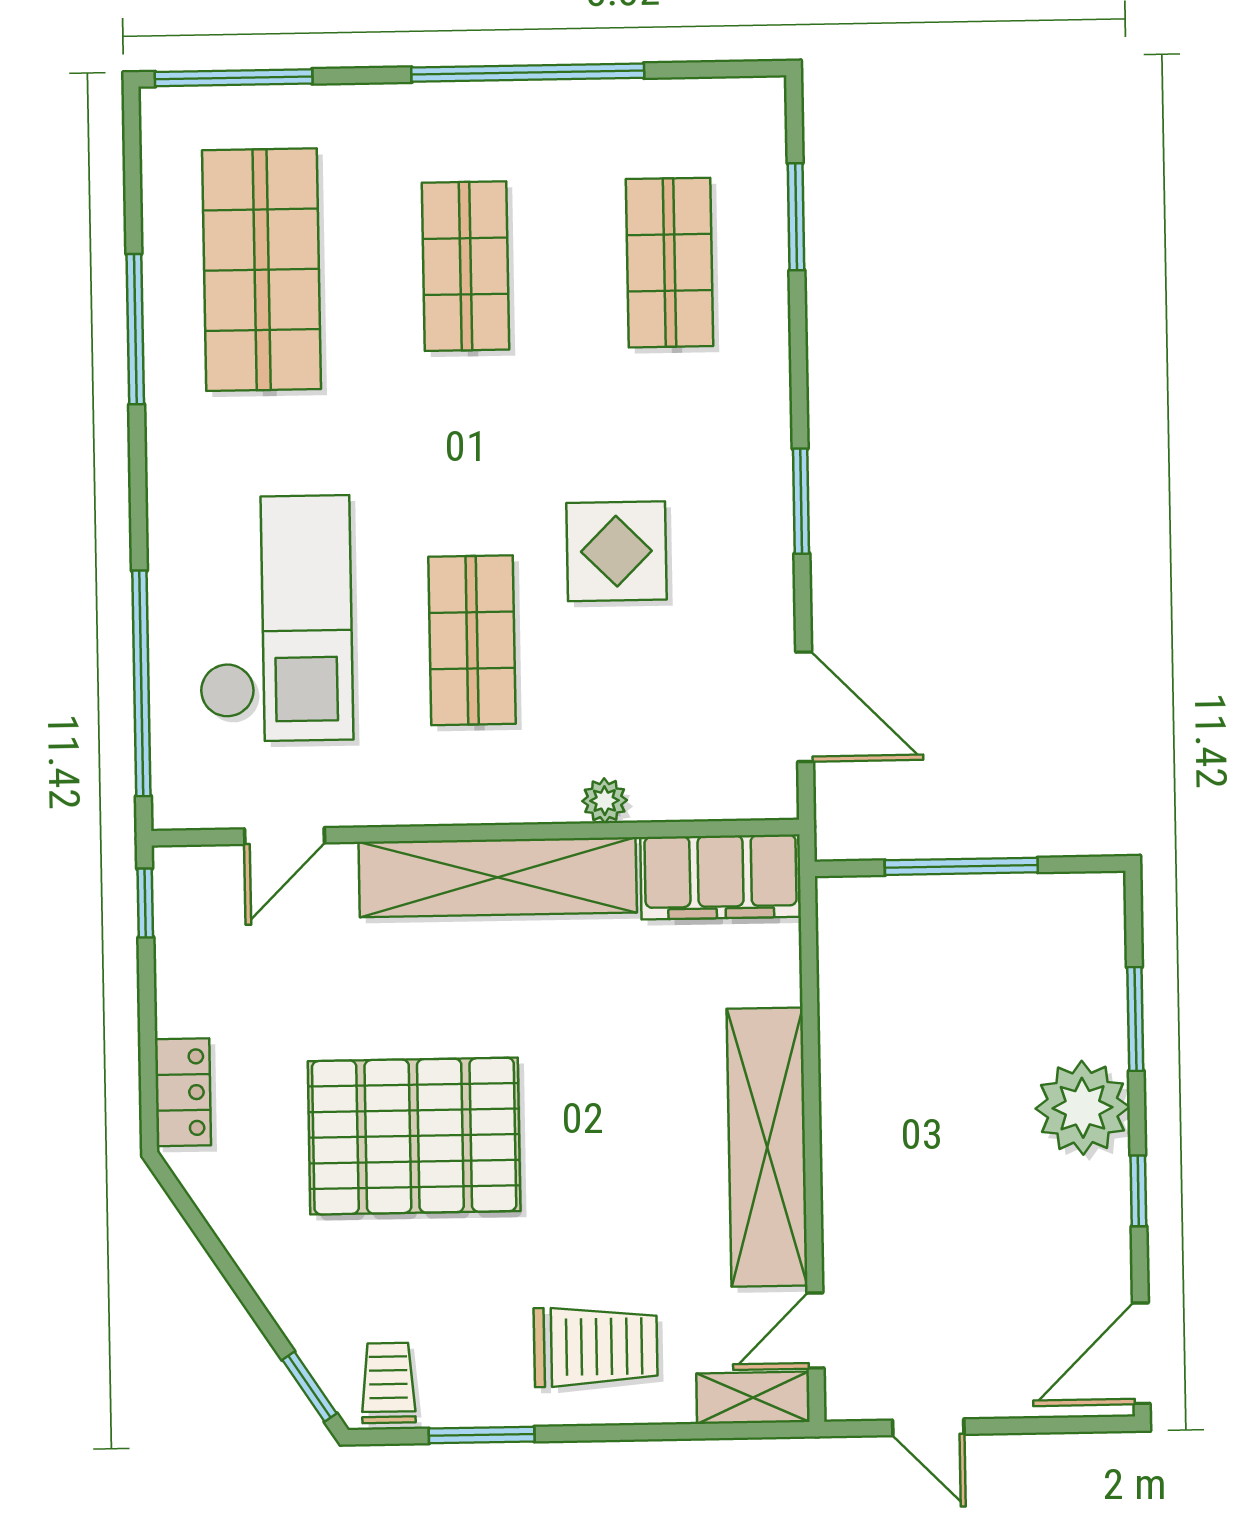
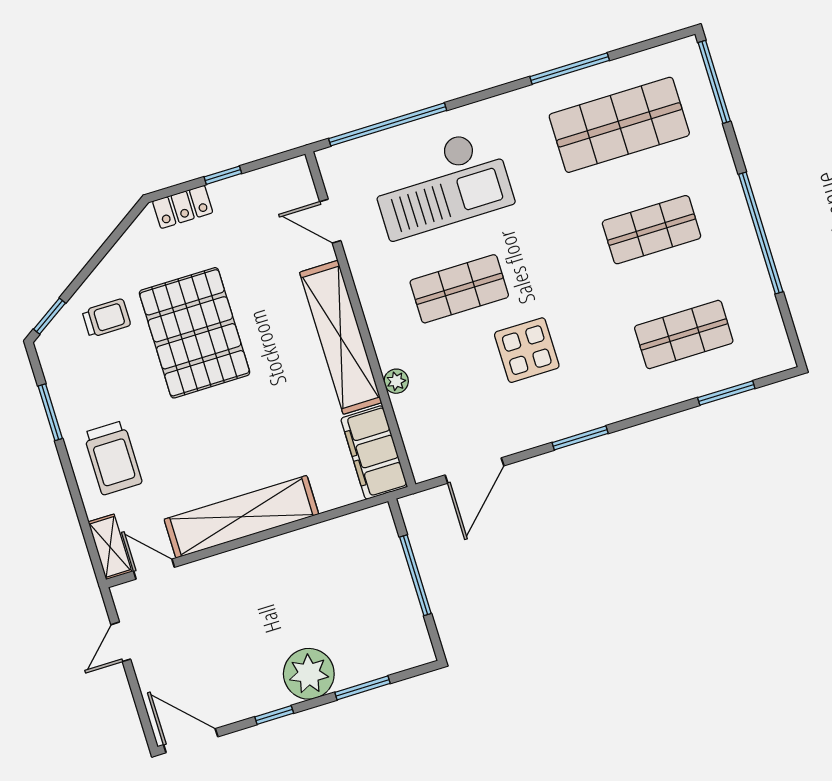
window: (145, 903) -> (223, 175), moved
trolley: (388, 1383) -> (106, 318), moved

